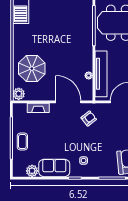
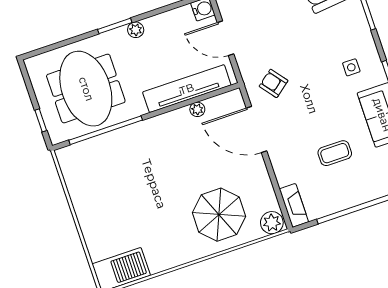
door: (68, 102) -> (256, 130), hinge flipped
fireplace: (38, 108) -> (294, 205), moved
coffee table: (22, 142) -> (335, 153), moved

